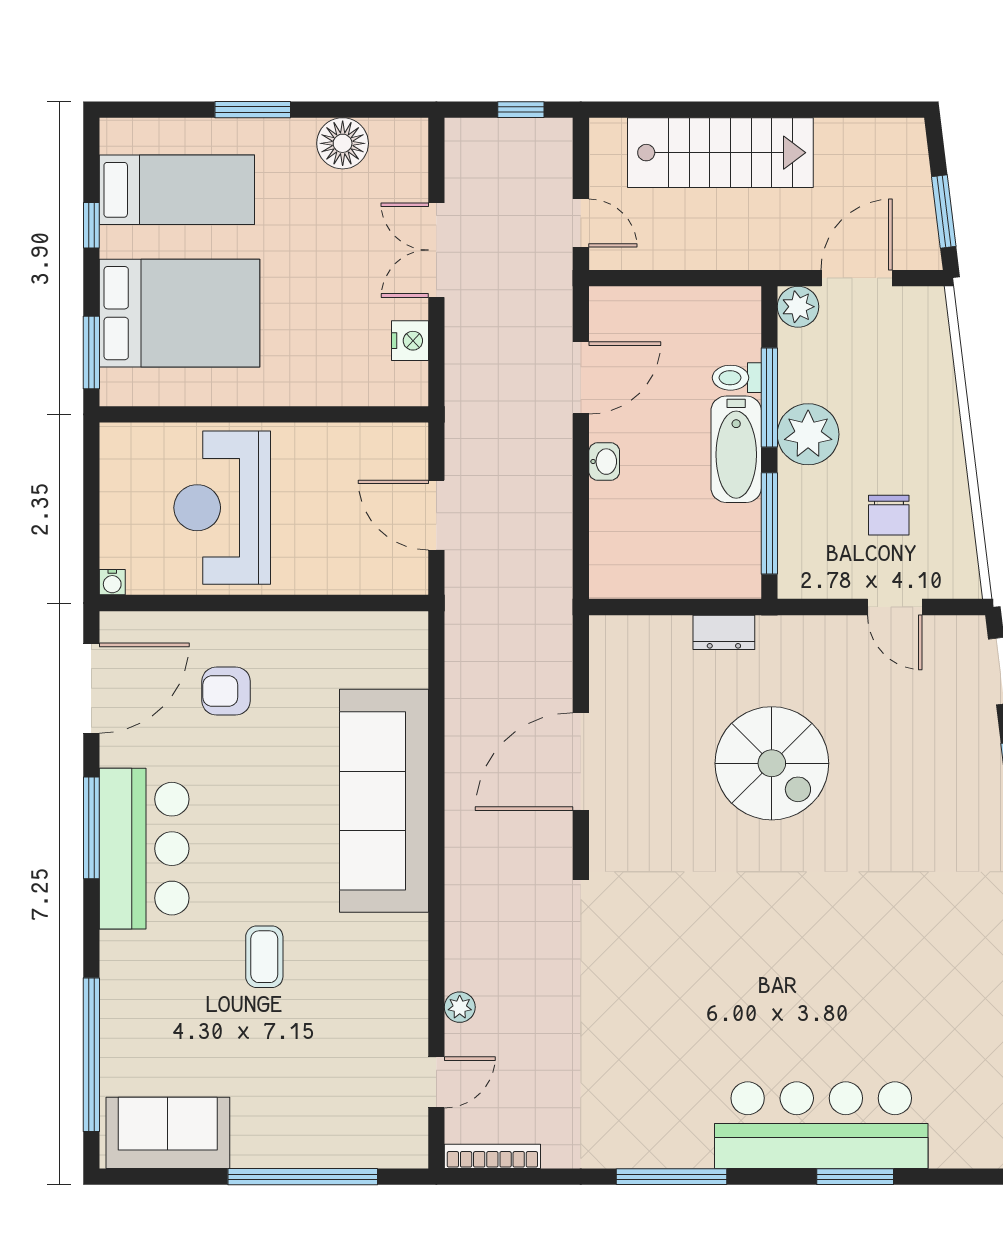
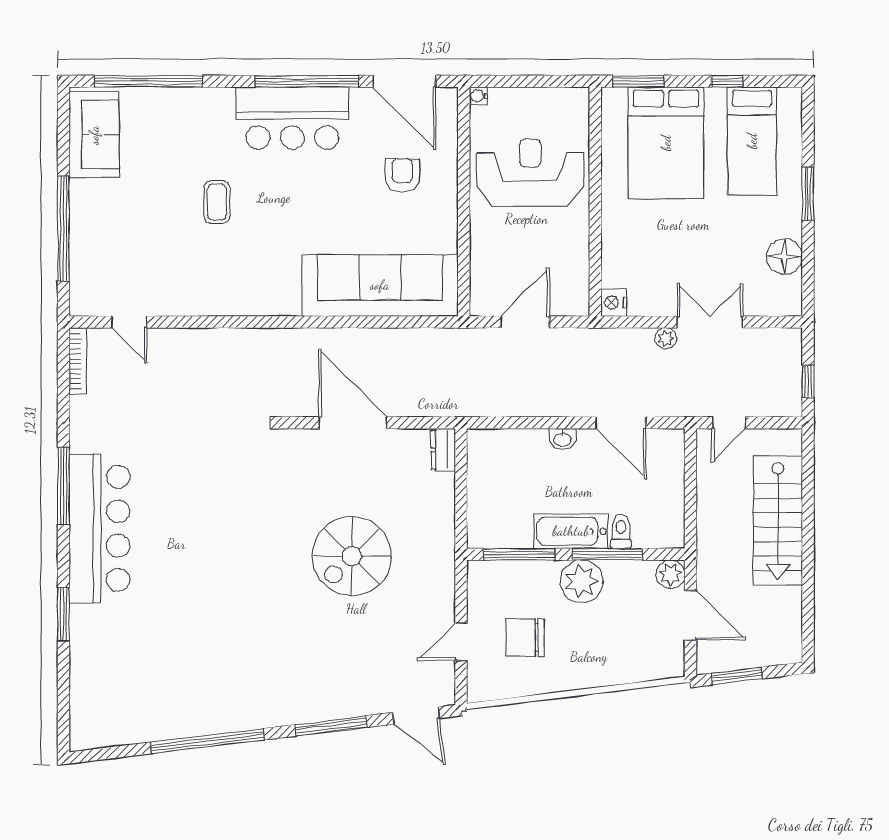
nightstand: (410, 341) -> (614, 302), moved, turned 90
chair: (889, 515) -> (525, 638), width x1.37, depth x1.37
dresser: (724, 632) -> (443, 450), moved
sofa: (384, 801) -> (380, 285), moved
window: (91, 828) -> (307, 81), width x1.46
coffee table: (264, 957) -> (217, 202), turned 90
plant: (460, 1007) -> (666, 338), moved
bar counter: (821, 1125) -> (99, 529), moved

